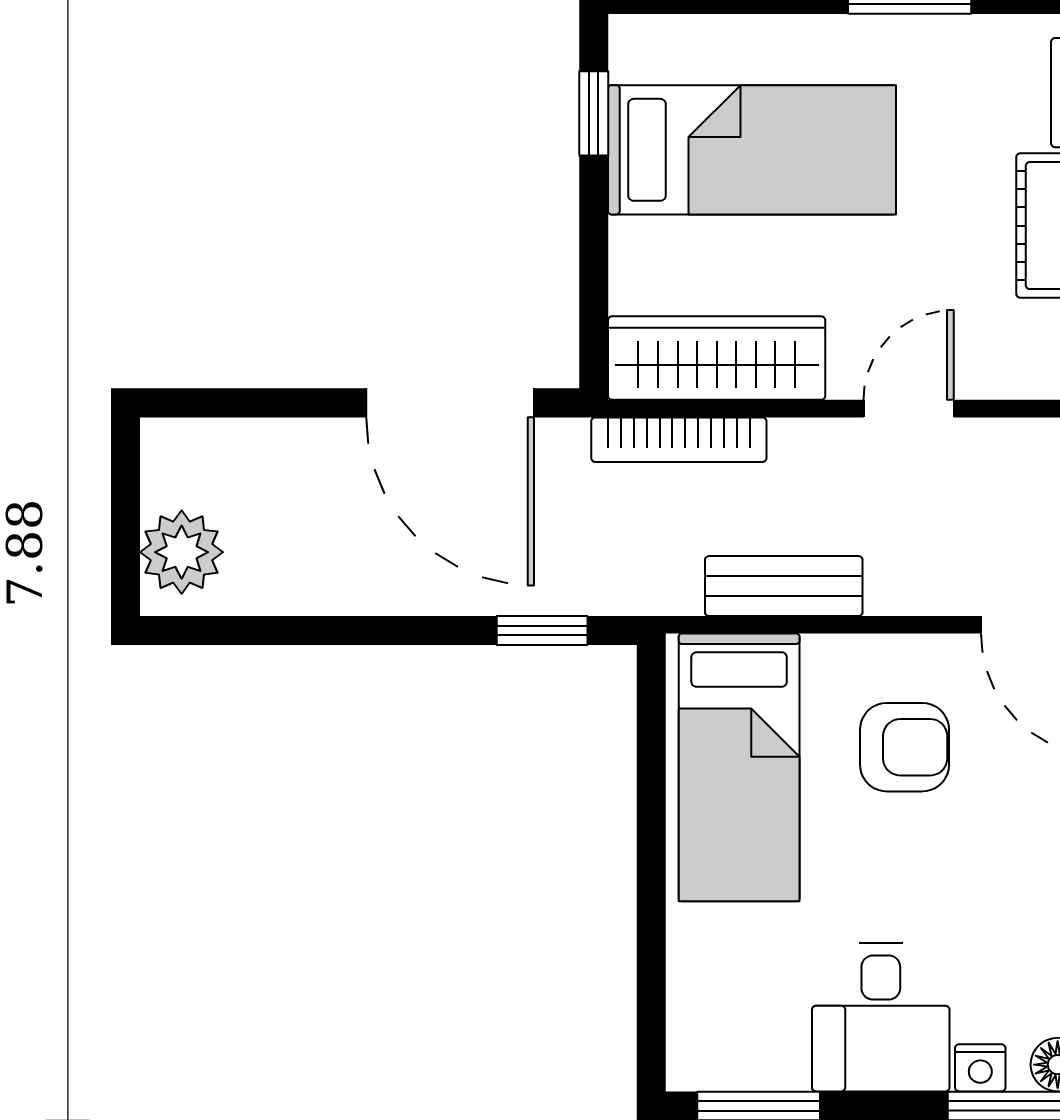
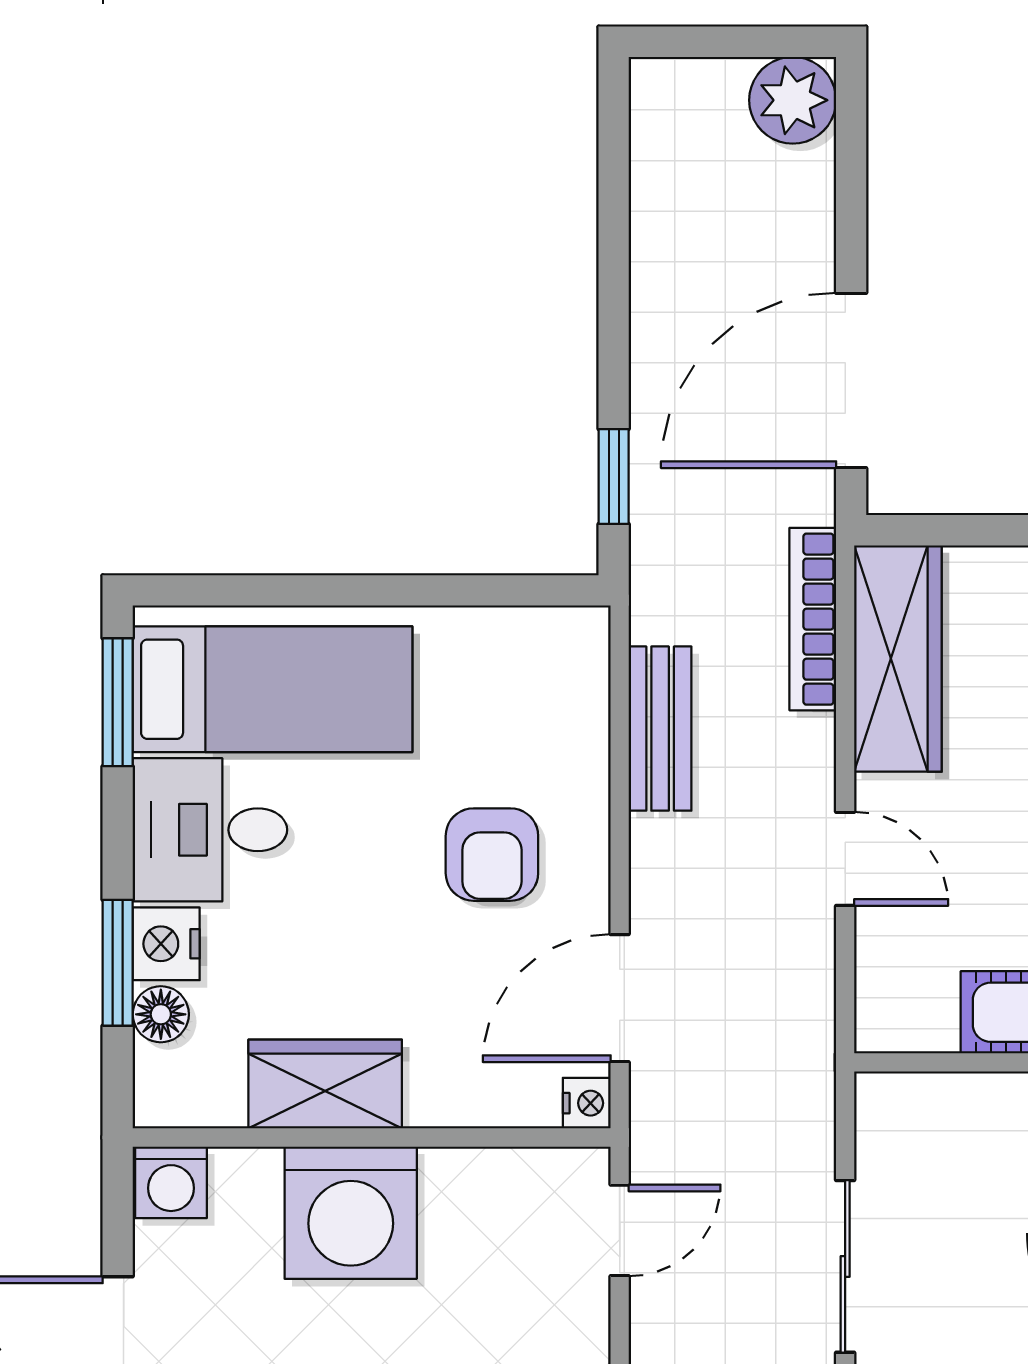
plant: (182, 552) -> (793, 100), moved
bed: (739, 767) -> (273, 689), moved, turned 180
nightstand: (980, 1068) -> (166, 944), width x1.39, depth x1.35

